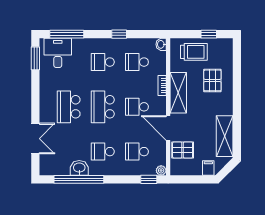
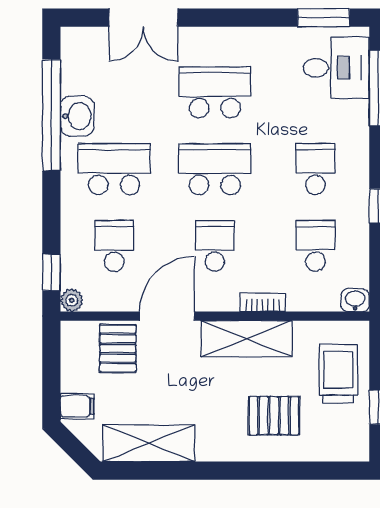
trolley: (194, 52) -> (338, 374), turned 180
school desk: (103, 152) -> (114, 169), width x1.85

